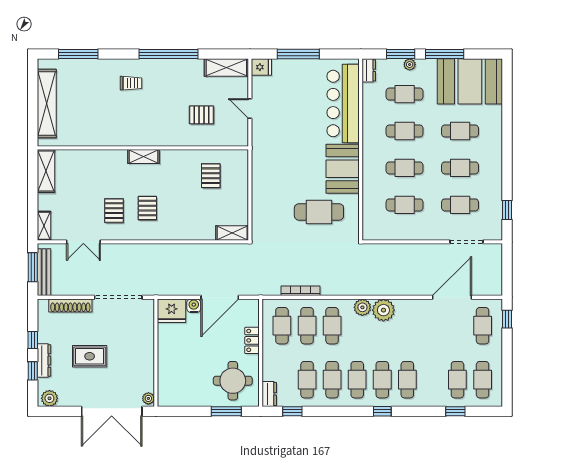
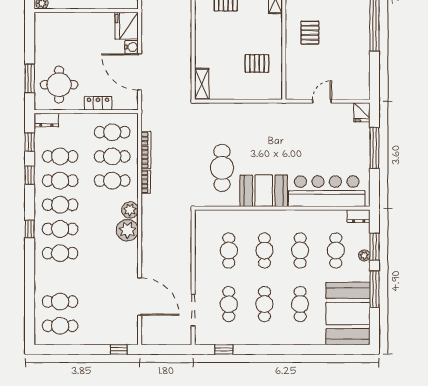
shelving: (226, 67) -> (361, 78), removed
pallet: (201, 115) -> (310, 33), moved
bookcase: (333, 291) -> (146, 182), added
cafe table: (483, 326) -> (112, 326), removed
window: (455, 411) -> (30, 175), moved

